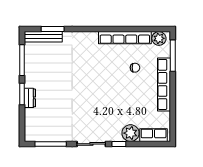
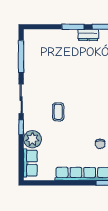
dresser: (30, 98) -> (88, 35), moved
coffee table: (104, 108) -> (58, 112), added

